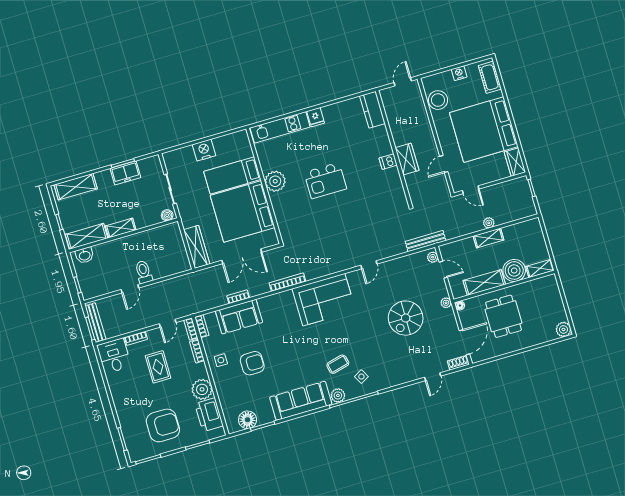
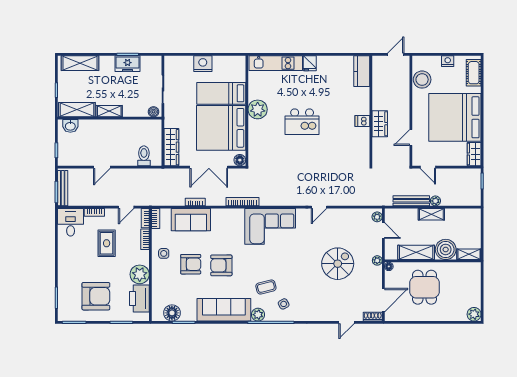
floor lamp: (272, 240) -> (240, 160), added
bench: (426, 241) -> (411, 201), moved
toilet: (144, 272) -> (144, 156), moved
spiral stairs: (406, 318) -> (338, 264), turned 180
armchair: (285, 355) -> (221, 265), added

